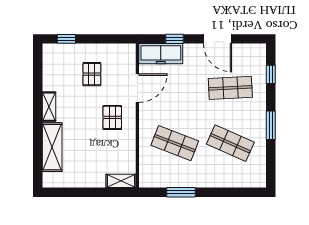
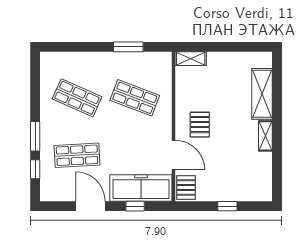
window: (66, 39) -> (227, 206), moved
freezer: (161, 54) -> (141, 188), width x1.36, depth x1.26
pallet: (92, 74) -> (186, 188), moved
door: (137, 88) -> (174, 155), swing flipped
window: (271, 125) -> (35, 136), moved

